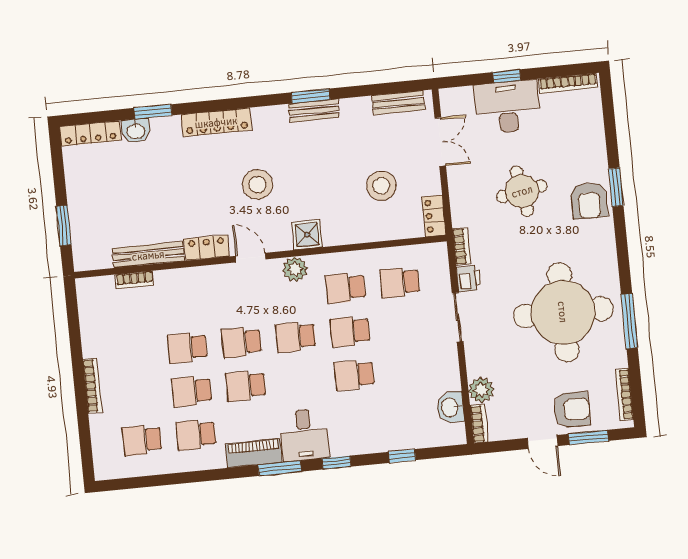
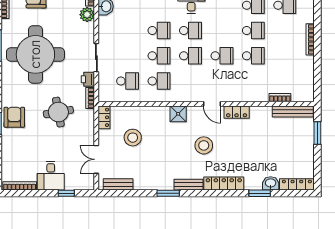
window: (507, 76) -> (66, 193), moved
desk: (507, 107) -> (51, 176), width x0.73
bench: (314, 111) -> (189, 185), moved
round table: (522, 191) -> (58, 112), moved
bench: (148, 255) -> (293, 111), moved
plant: (295, 269) -> (187, 95), removed
school desk: (246, 386) -> (190, 31), moved

